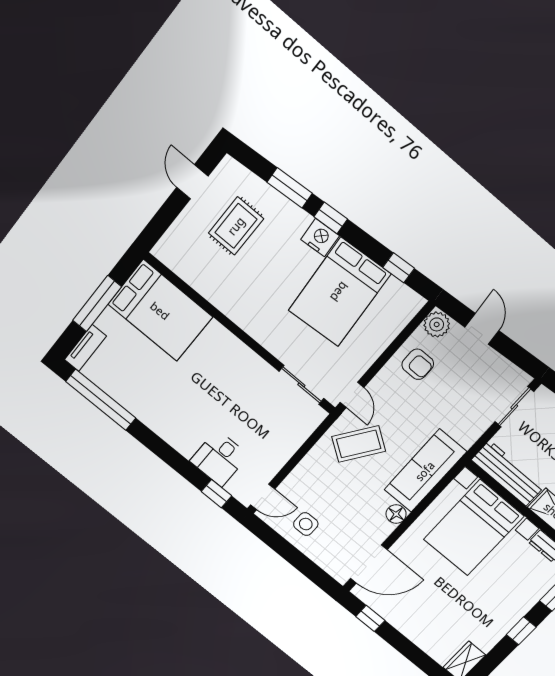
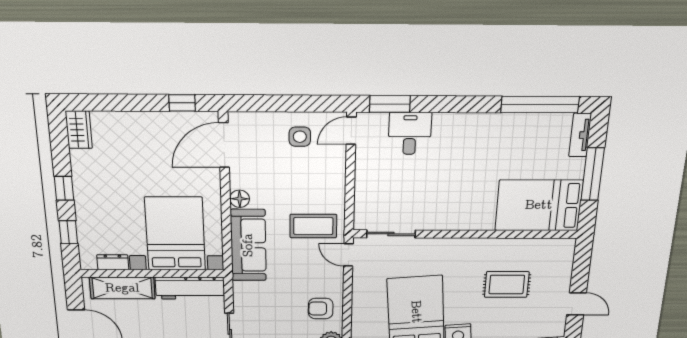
rug: (236, 226) -> (507, 285), moved, turned 90
coffee table: (359, 444) -> (313, 226), turned 55
window: (216, 494) -> (390, 104), width x1.50

